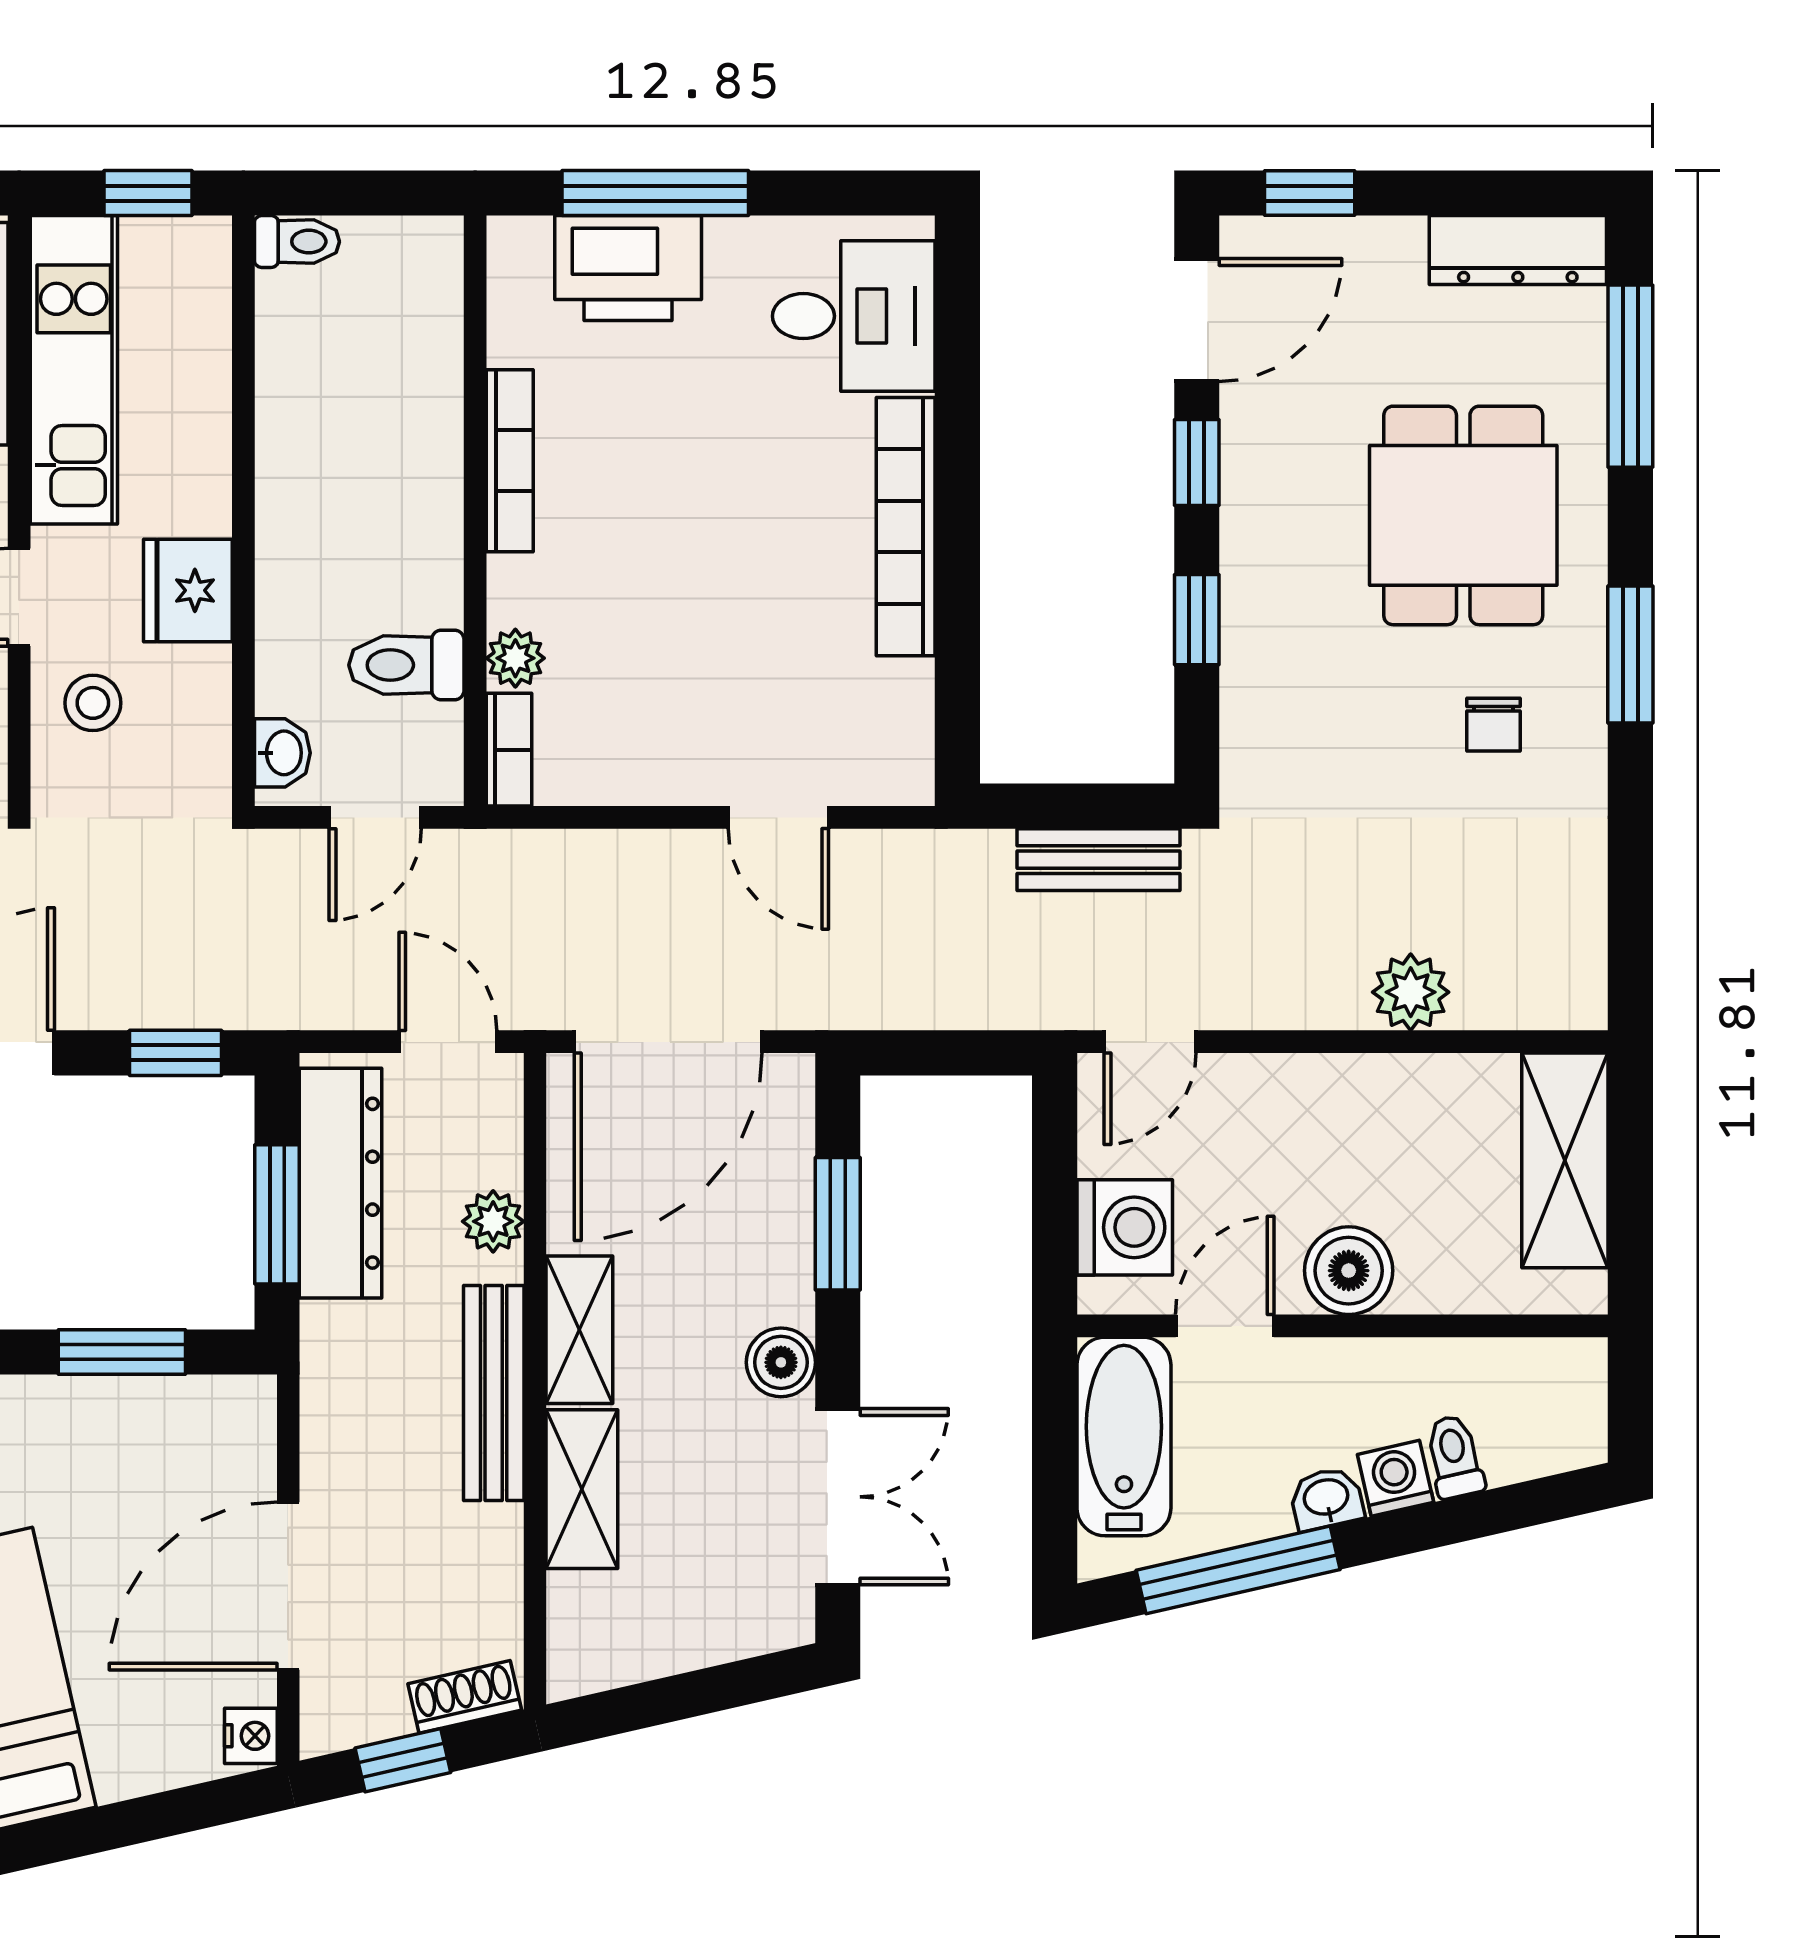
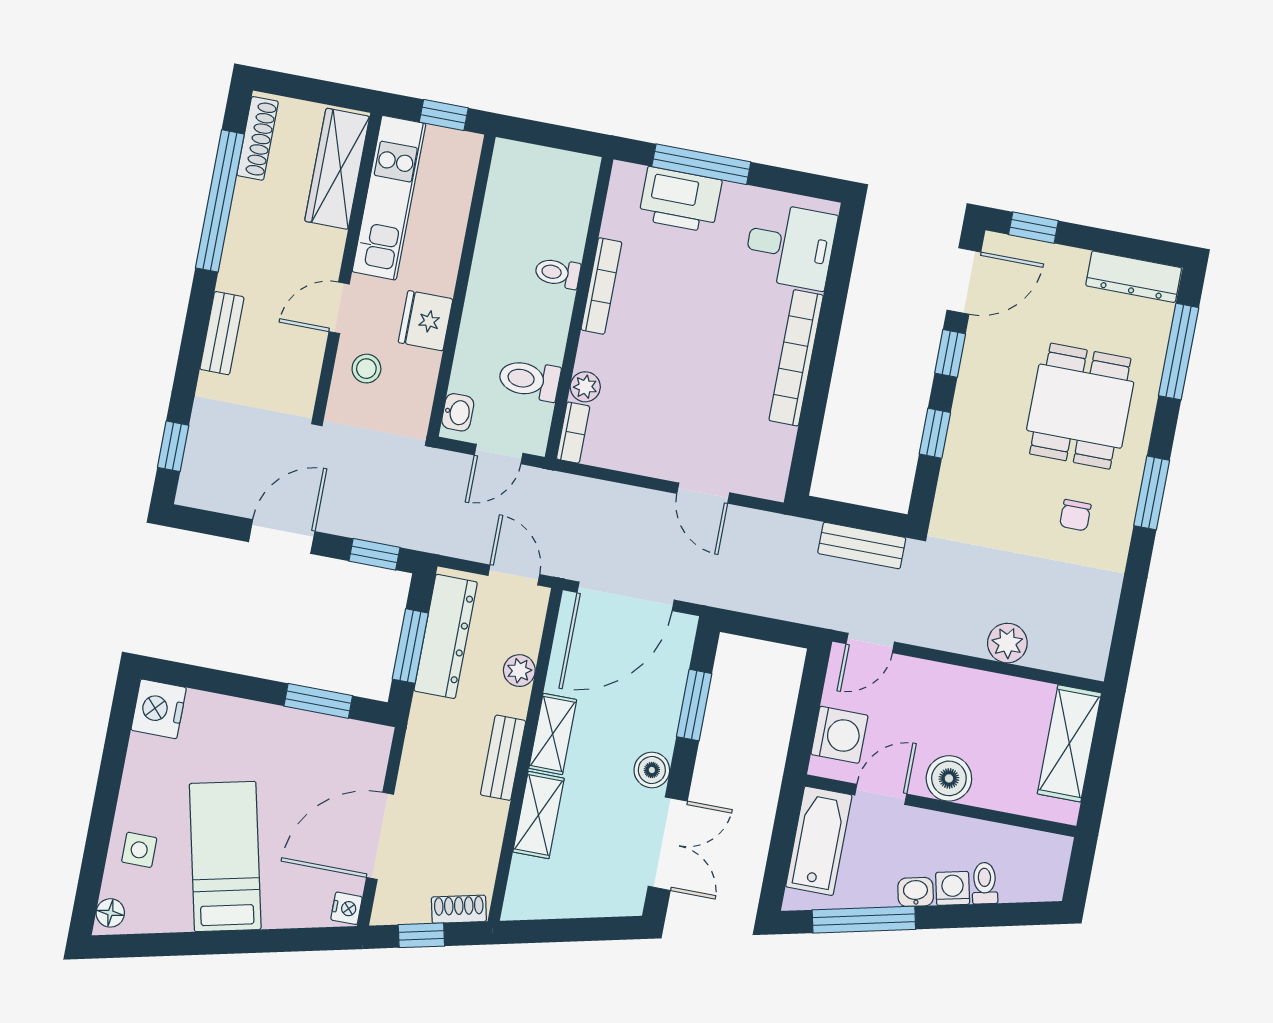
toilet: (297, 242) -> (558, 273), moved, turned 180
bench: (494, 1393) -> (503, 758), width x0.73

